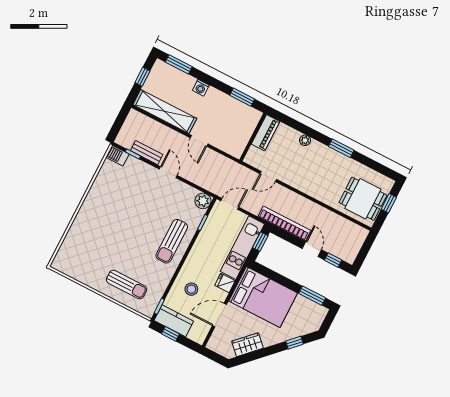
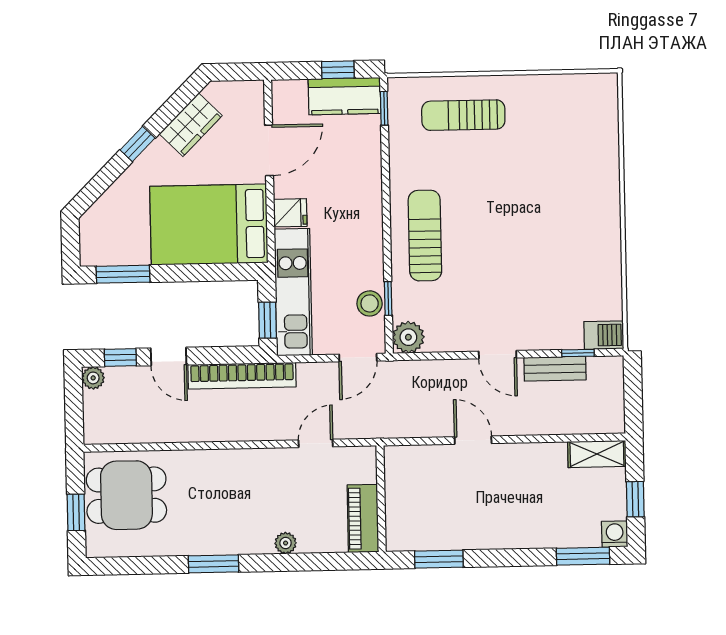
washing machine: (201, 88) -> (615, 534), moved
shelving: (165, 112) -> (597, 454), width x0.45, depth x0.75
plant: (350, 258) -> (93, 378), added
stool: (191, 289) -> (370, 303), moved
window: (295, 343) -> (138, 144), moved

